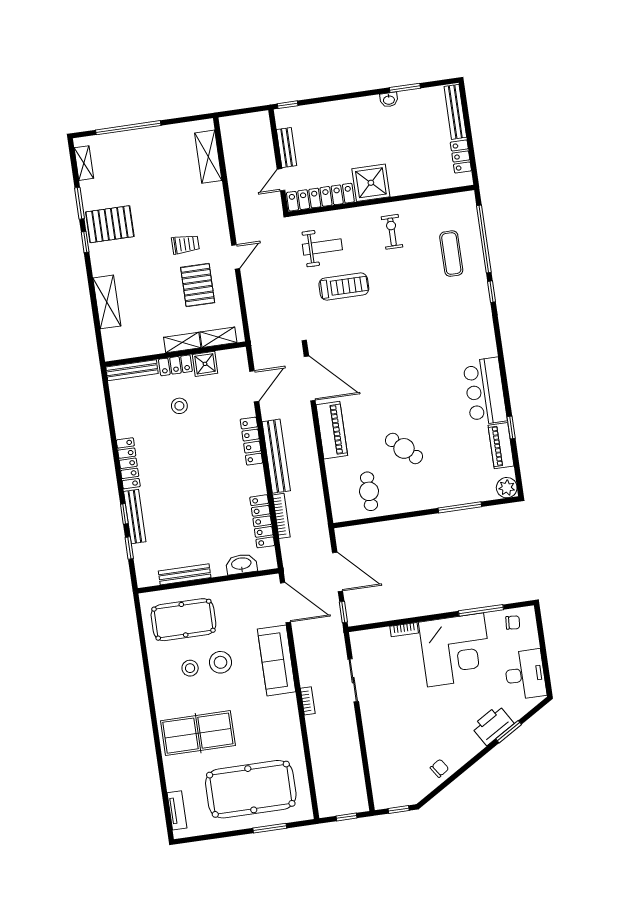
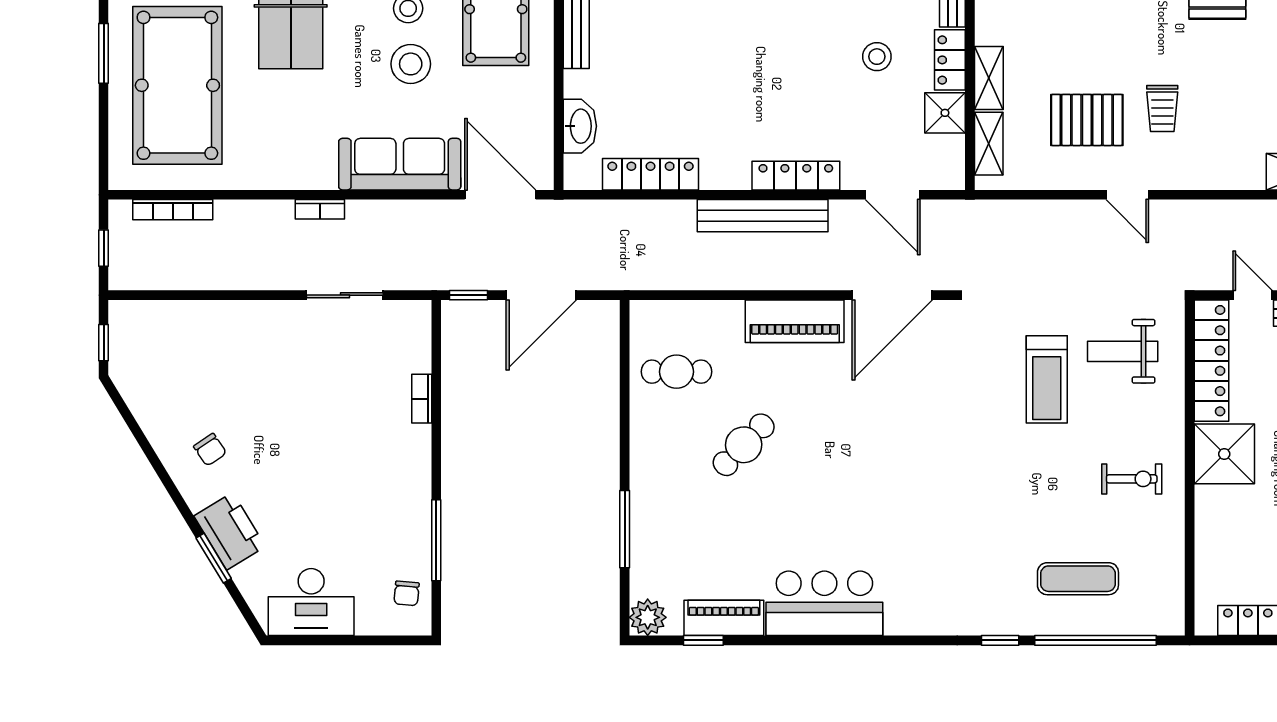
weight bench: (322, 247) -> (1123, 351), turned 90
window: (511, 428) -> (703, 640), moved
bookcase: (281, 516) -> (173, 210), moved
door: (285, 603) -> (500, 195), swing flipped
corner desk: (455, 650) -> (373, 485), removed
chair: (439, 768) -> (210, 450), moved
window: (270, 828) -> (104, 53), moved

